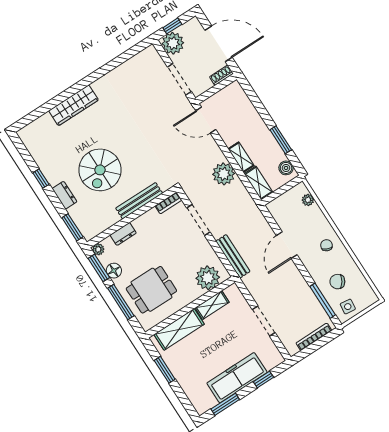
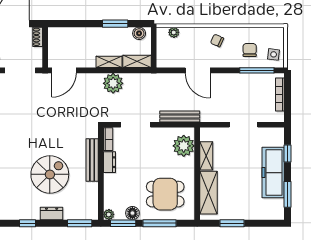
spiral stairs: (100, 170) -> (50, 174), turned -90
dresser: (123, 234) -> (109, 162), moved
chair: (337, 282) -> (250, 50), turned 147
dining table: (151, 290) -> (165, 194), turned 90

